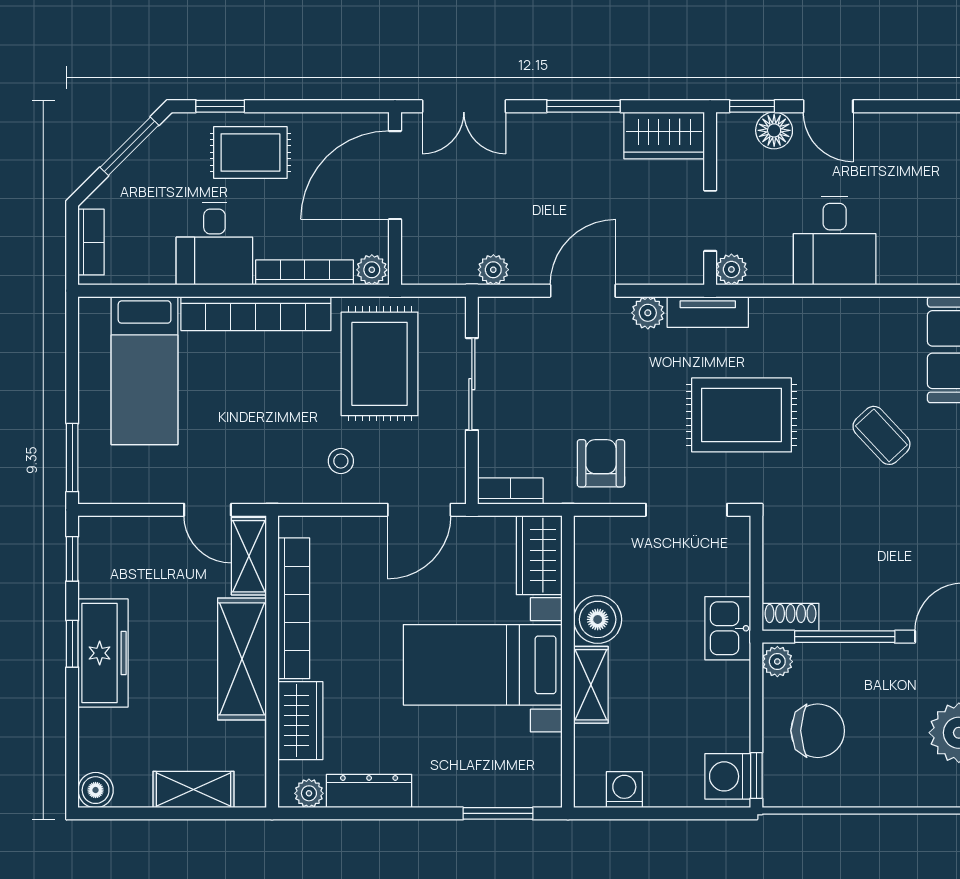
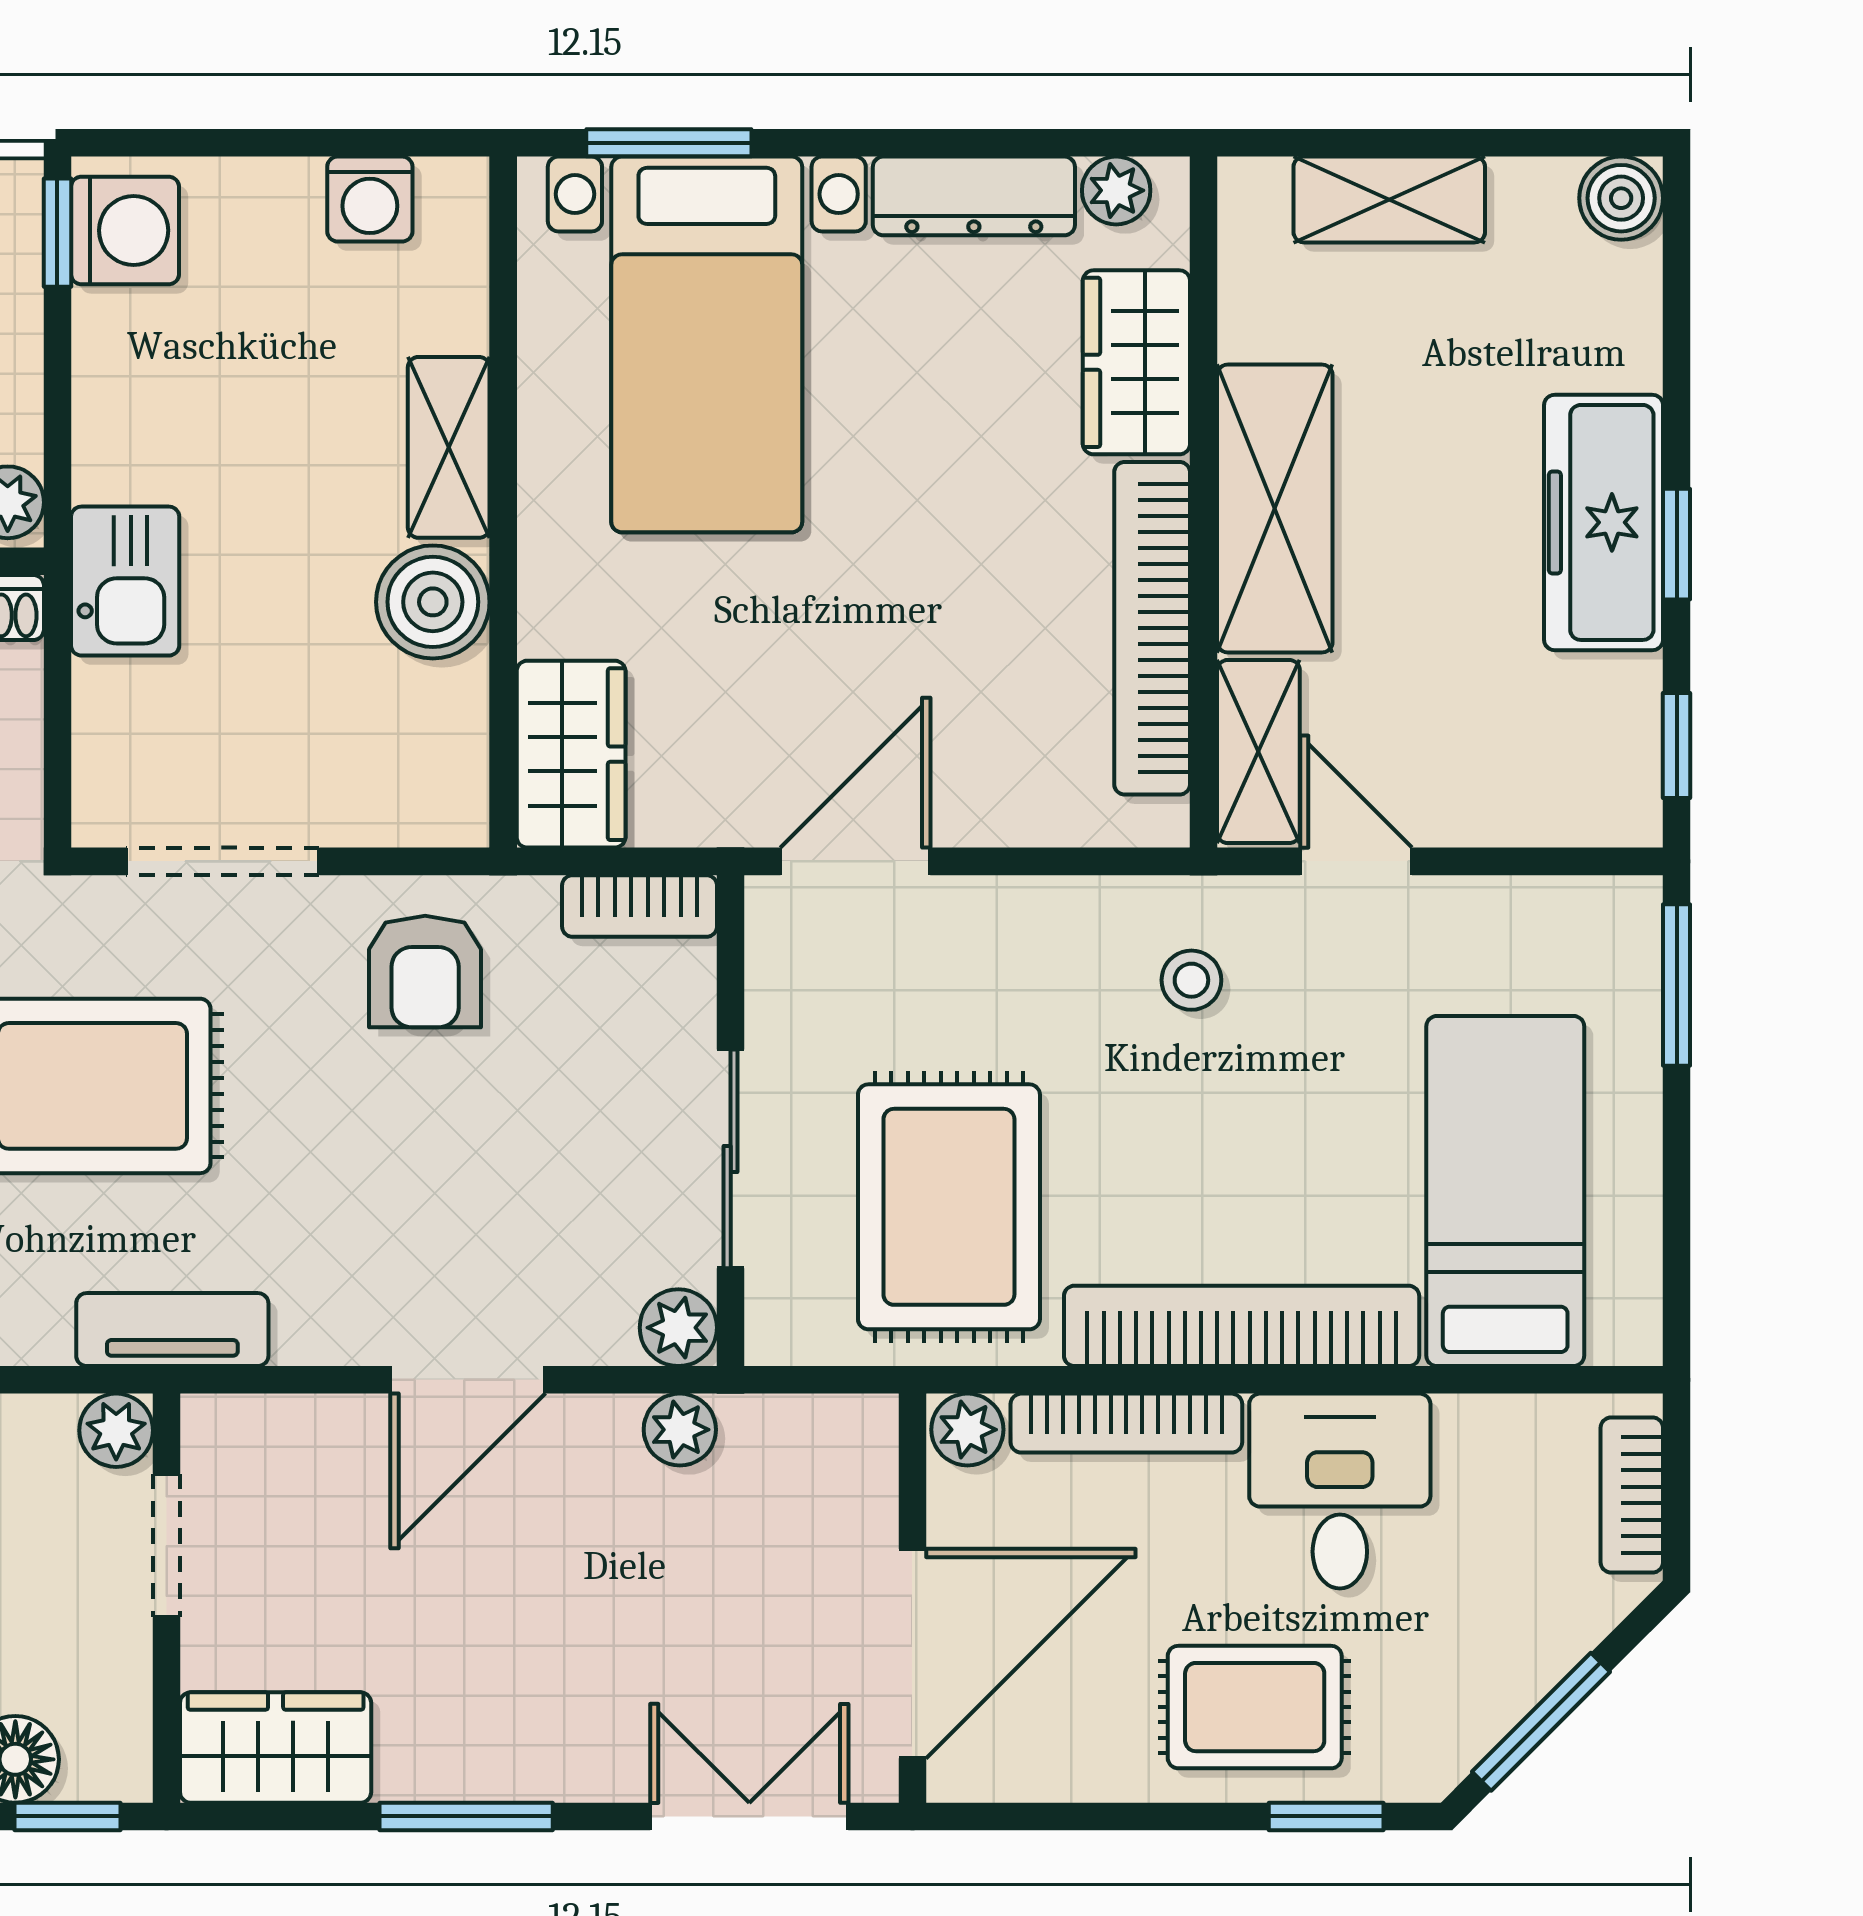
plant: (648, 313) -> (678, 1328), moved
stool: (341, 461) -> (1191, 980), moved
bed with nightstands: (483, 665) -> (707, 344), moved, turned 90

